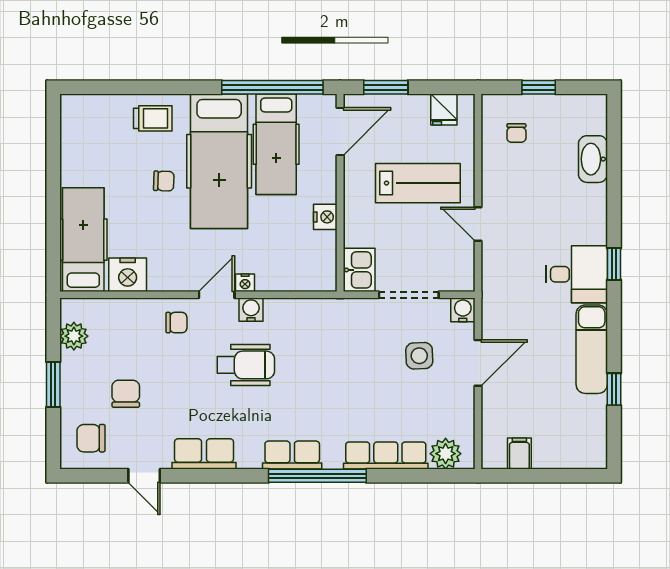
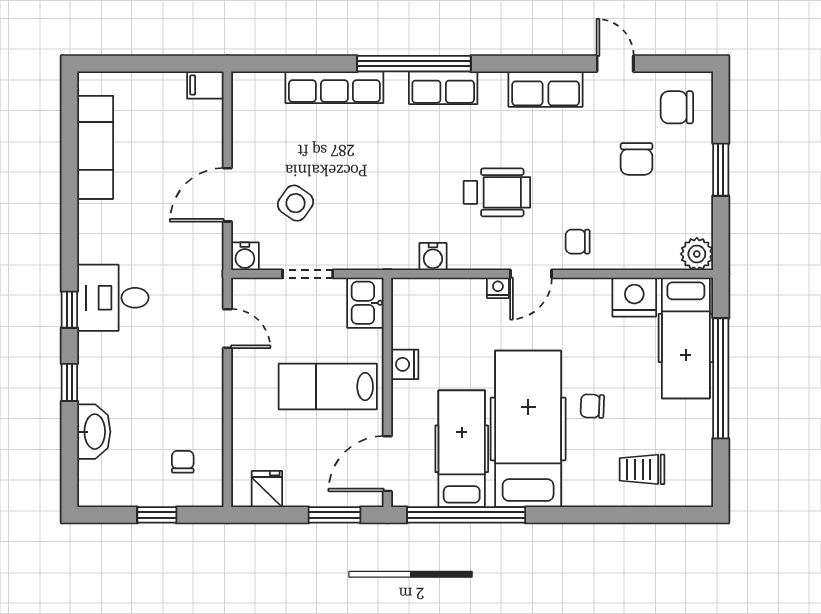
trolley: (153, 118) -> (642, 469), moved
lab bench: (418, 183) -> (328, 387), moved
window: (53, 205) -> (721, 378), added
door: (478, 224) -> (227, 329), moved
doorway: (409, 295) -> (308, 274), width x0.73
water cooler: (251, 310) -> (433, 257), moved
plant: (74, 336) -> (697, 254), moved
exam couch: (592, 349) -> (95, 147), moved
side table: (419, 356) -> (296, 203), turned 37
wheelchair: (246, 365) -> (497, 192), turned 180
window: (614, 389) -> (69, 382), moved
chair: (91, 438) -> (677, 107), turned 180
filing cabinet: (519, 453) -> (205, 85), moved, turned 90
plant: (446, 454) -> (265, 89), removed

